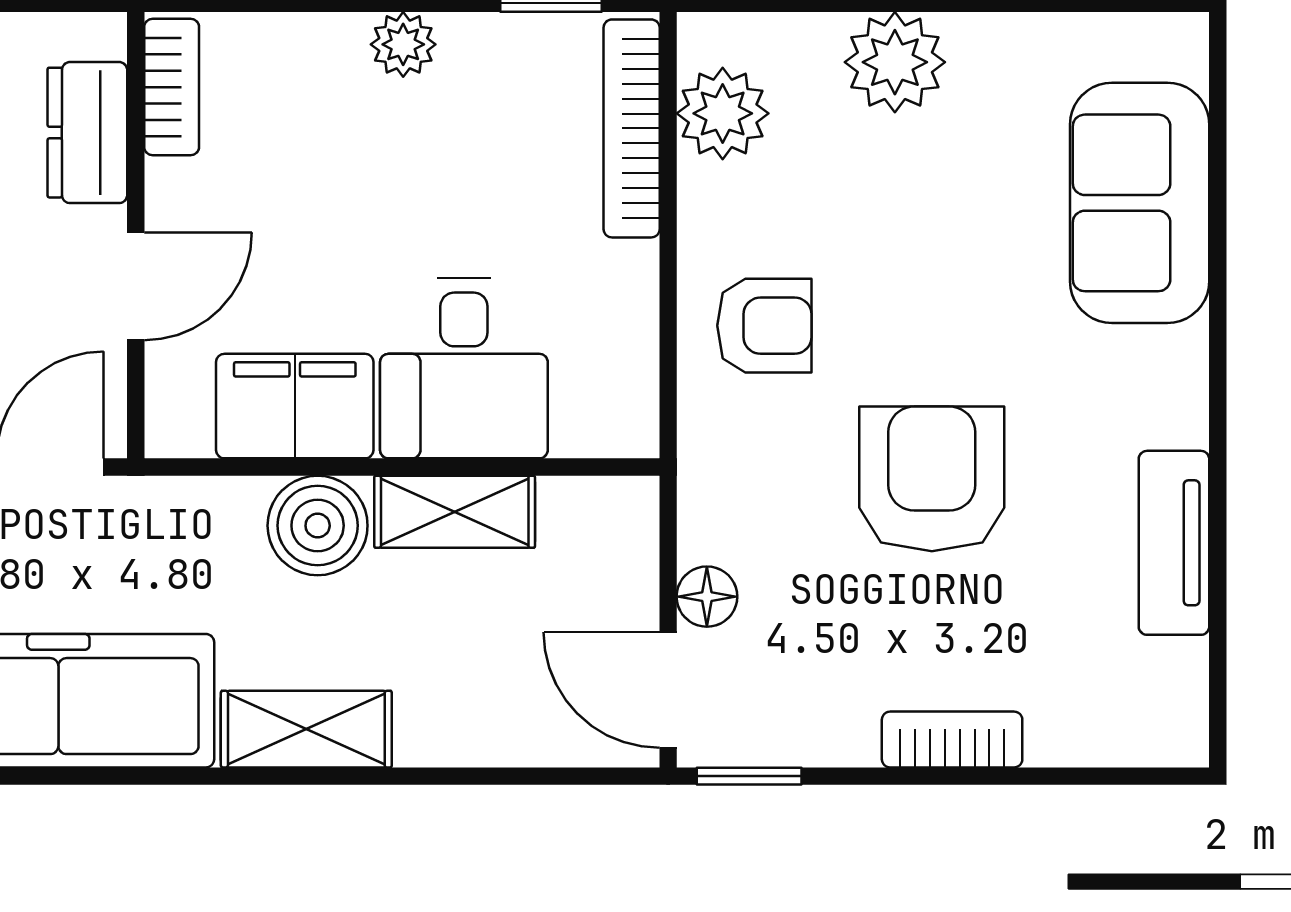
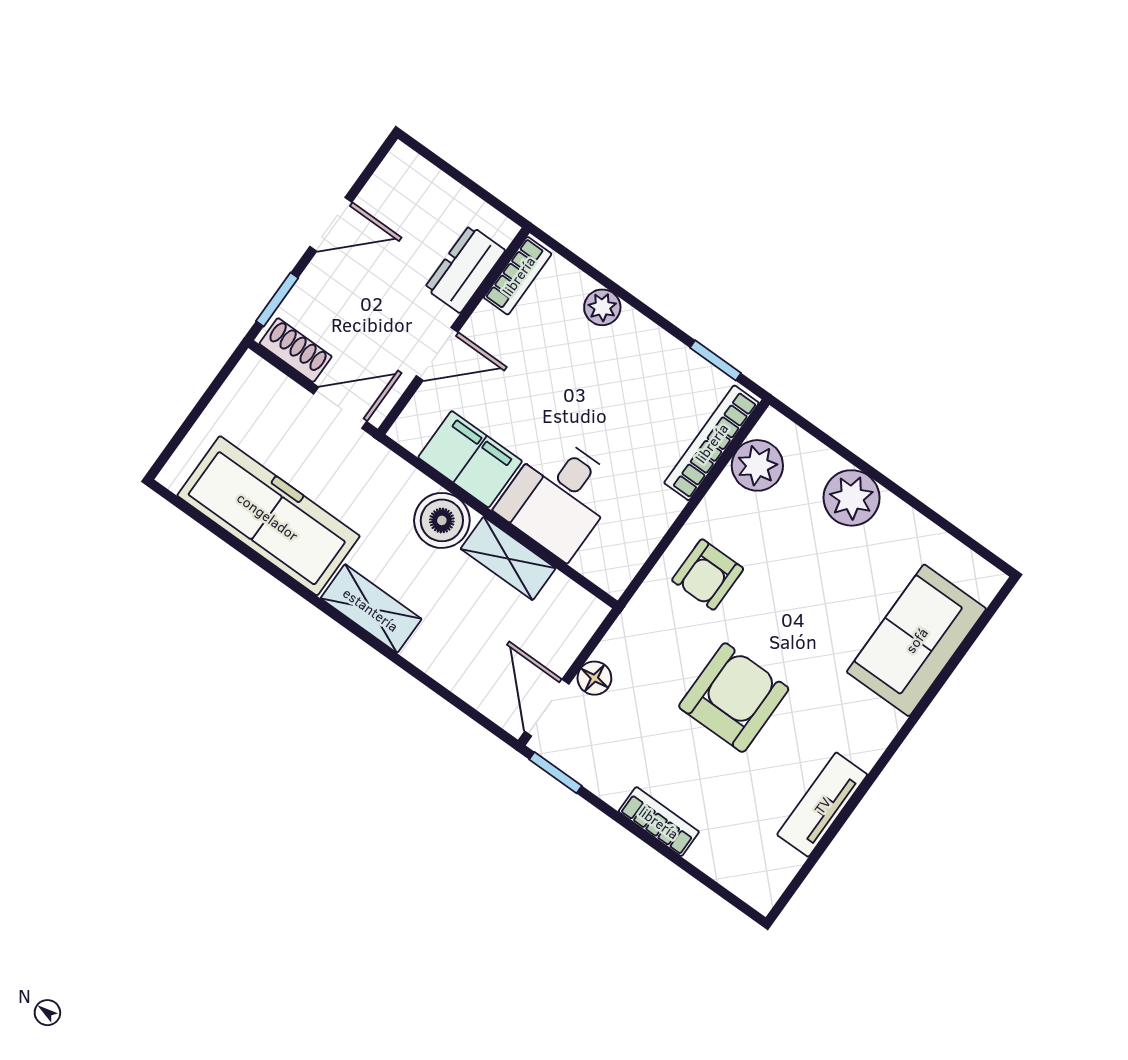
plant: (403, 44) -> (602, 307), moved
armchair: (764, 326) -> (708, 575), turned 90

